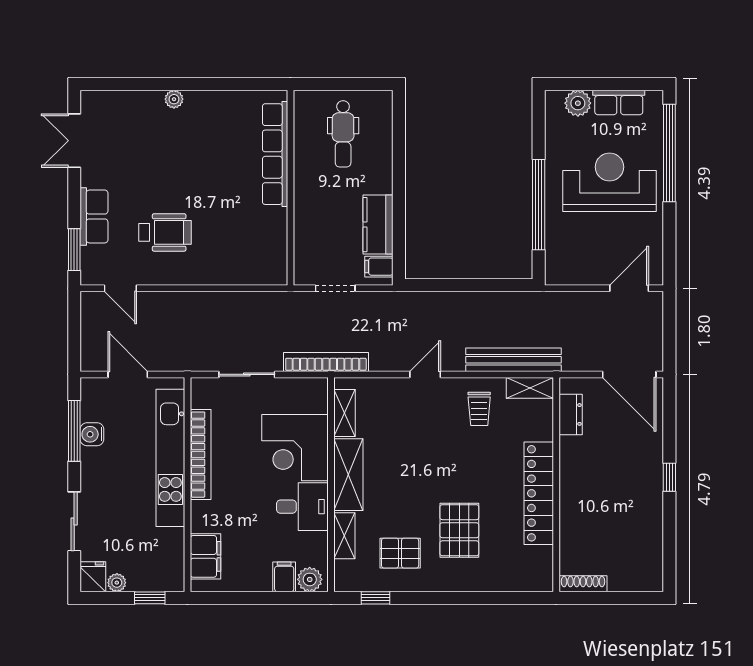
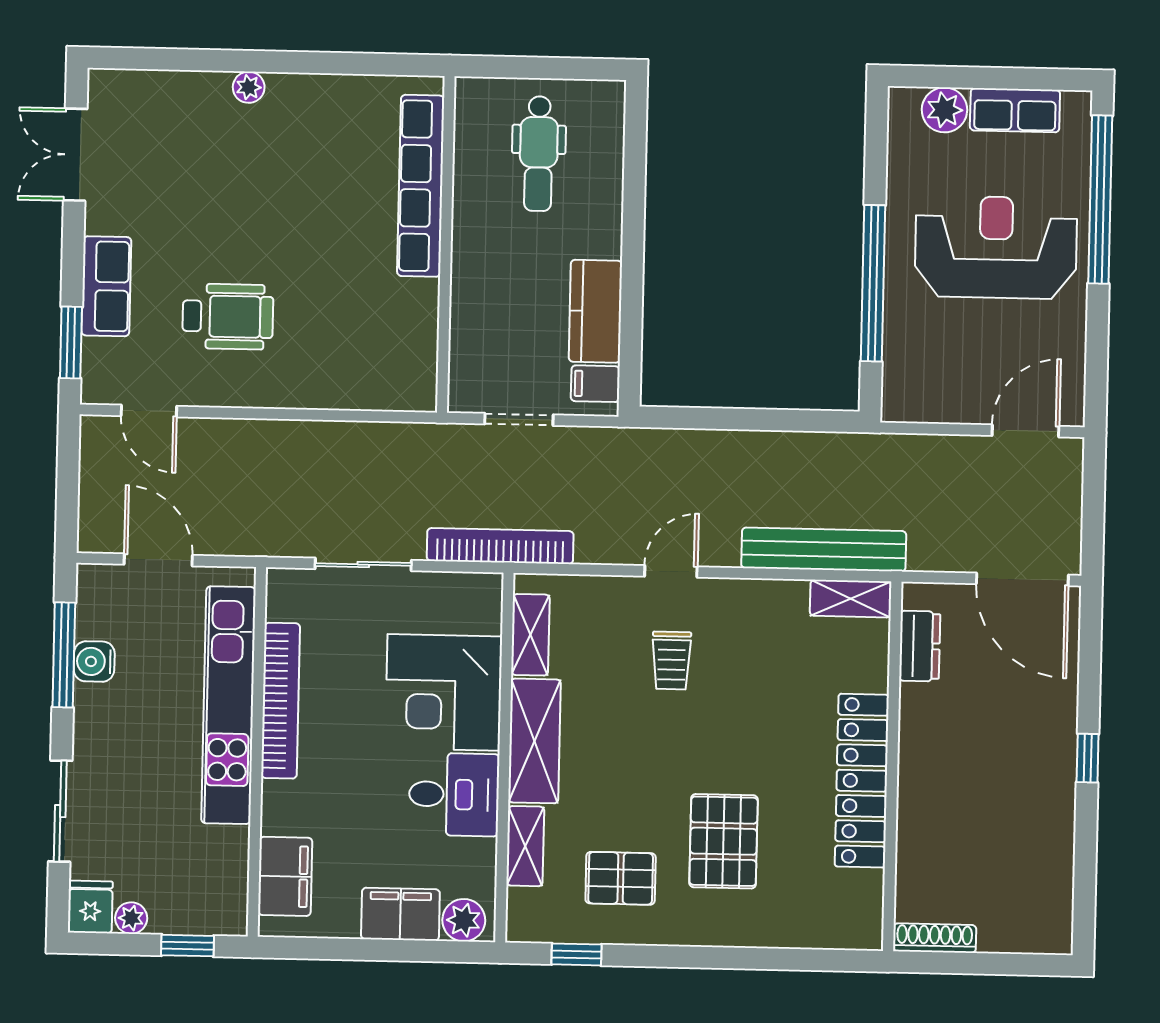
trolley: (479, 409) -> (672, 661), moved
filing cabinet: (284, 577) -> (400, 914), width x2.00

